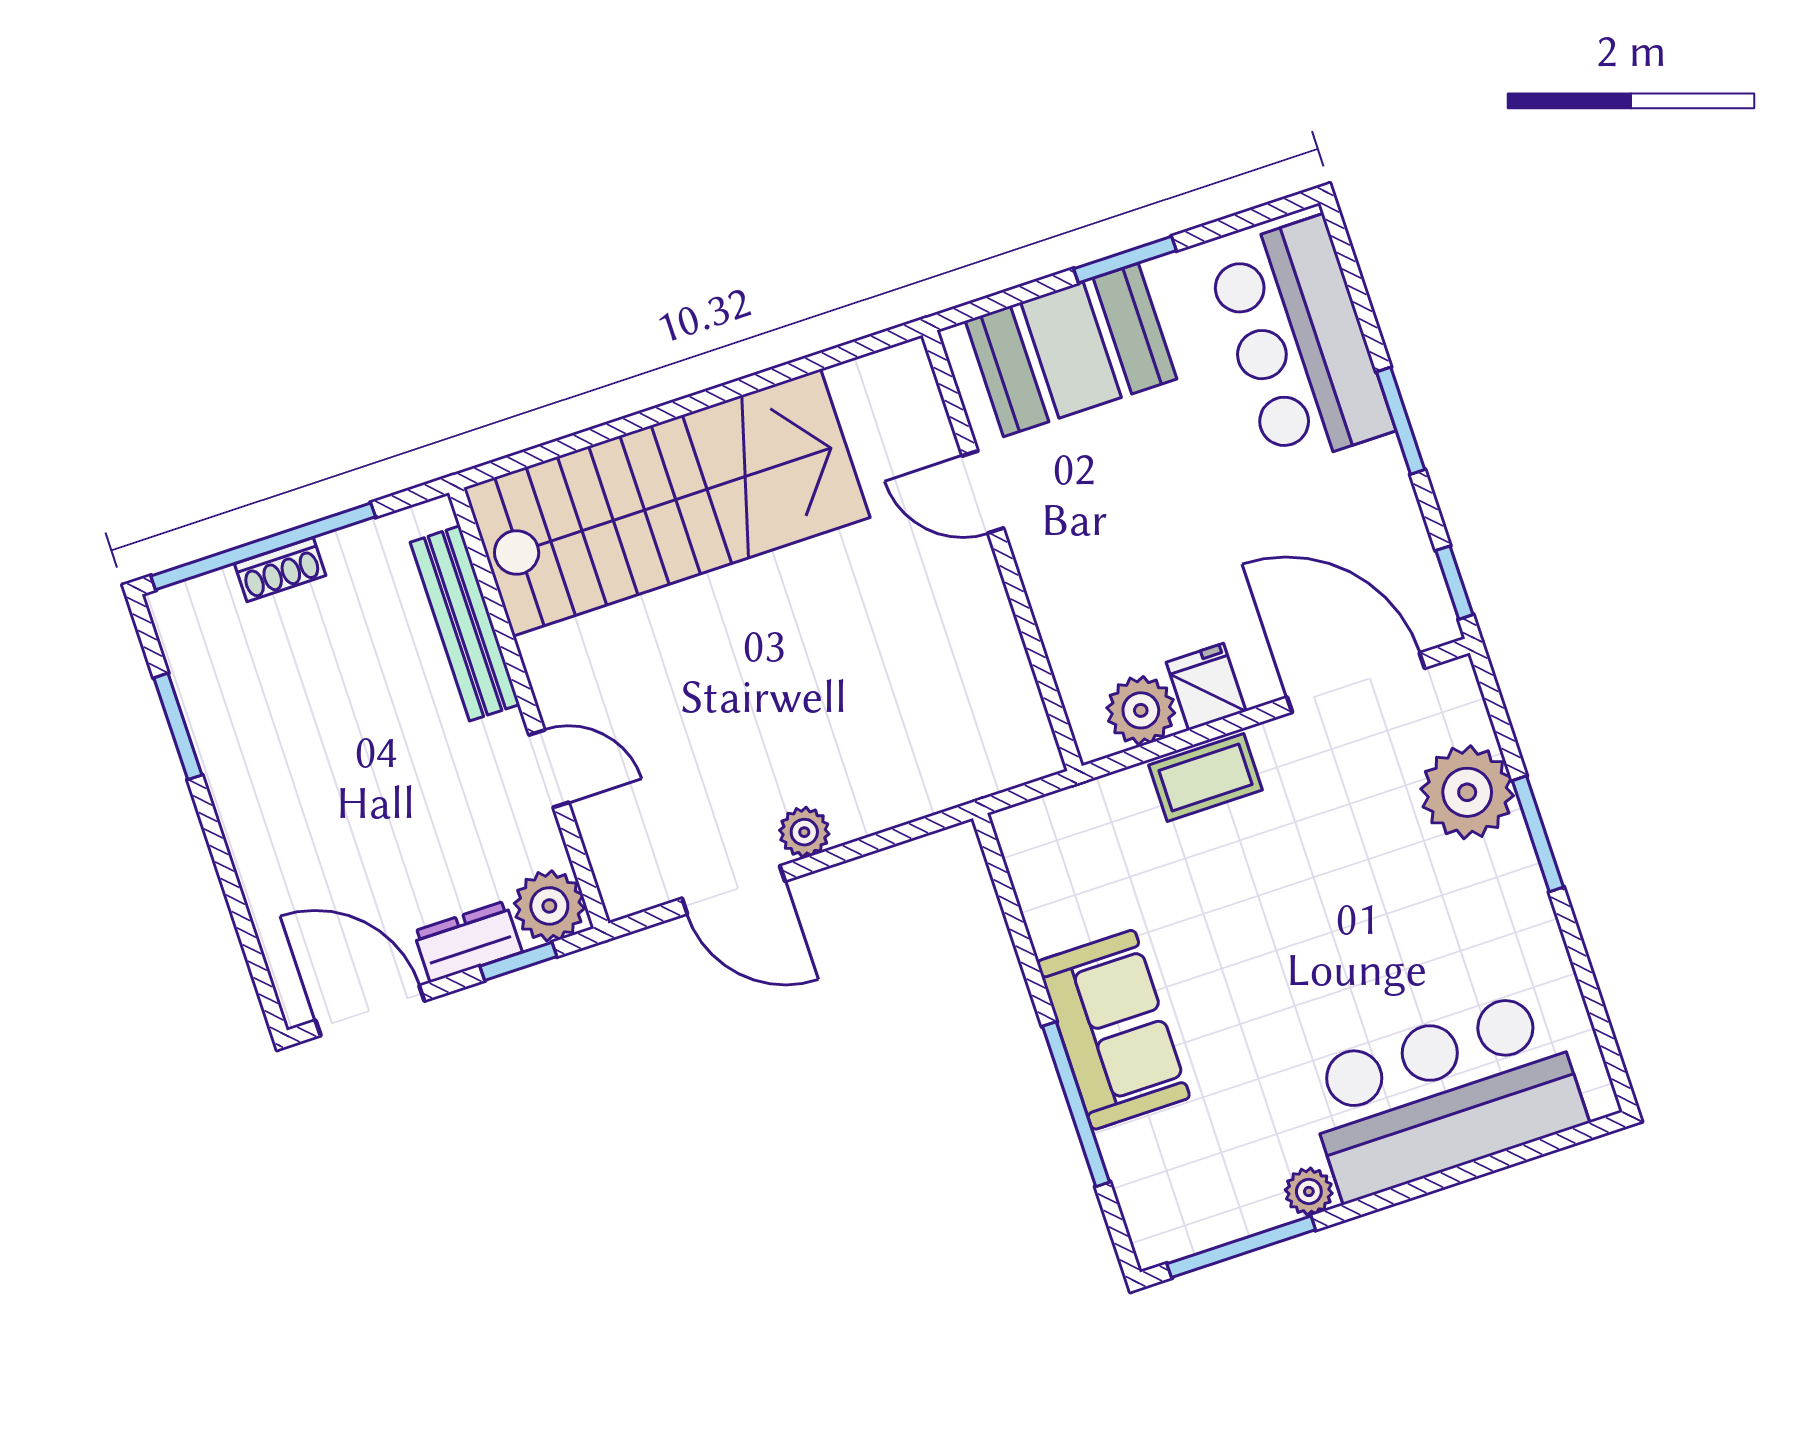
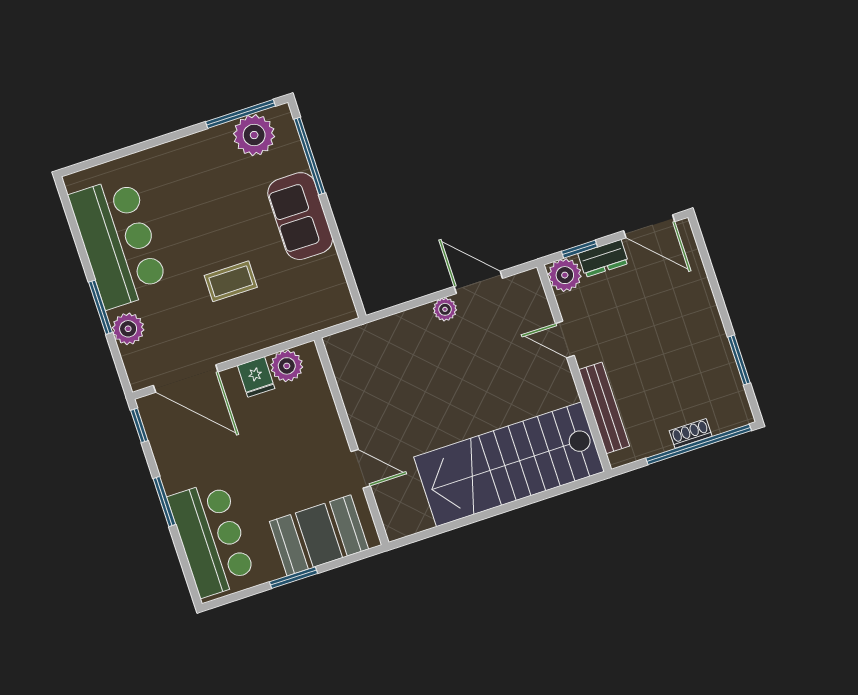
coffee table: (1205, 778) -> (231, 281), moved
plant: (1467, 792) -> (128, 329), width x0.73, depth x0.73
bar counter: (1444, 1095) -> (118, 242), moved, turned -90
window: (1076, 1104) -> (310, 156), moved
plant: (1309, 1191) -> (254, 135), moved, width x1.88, depth x1.88

